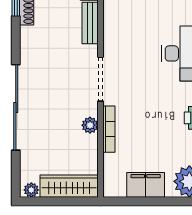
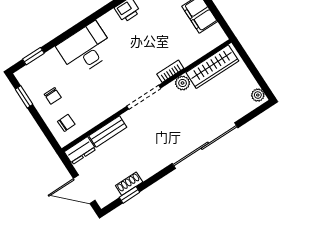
bookcase: (109, 129) -> (170, 71), width x0.64
wardrobe: (69, 186) -> (212, 67), moved, turned -90

